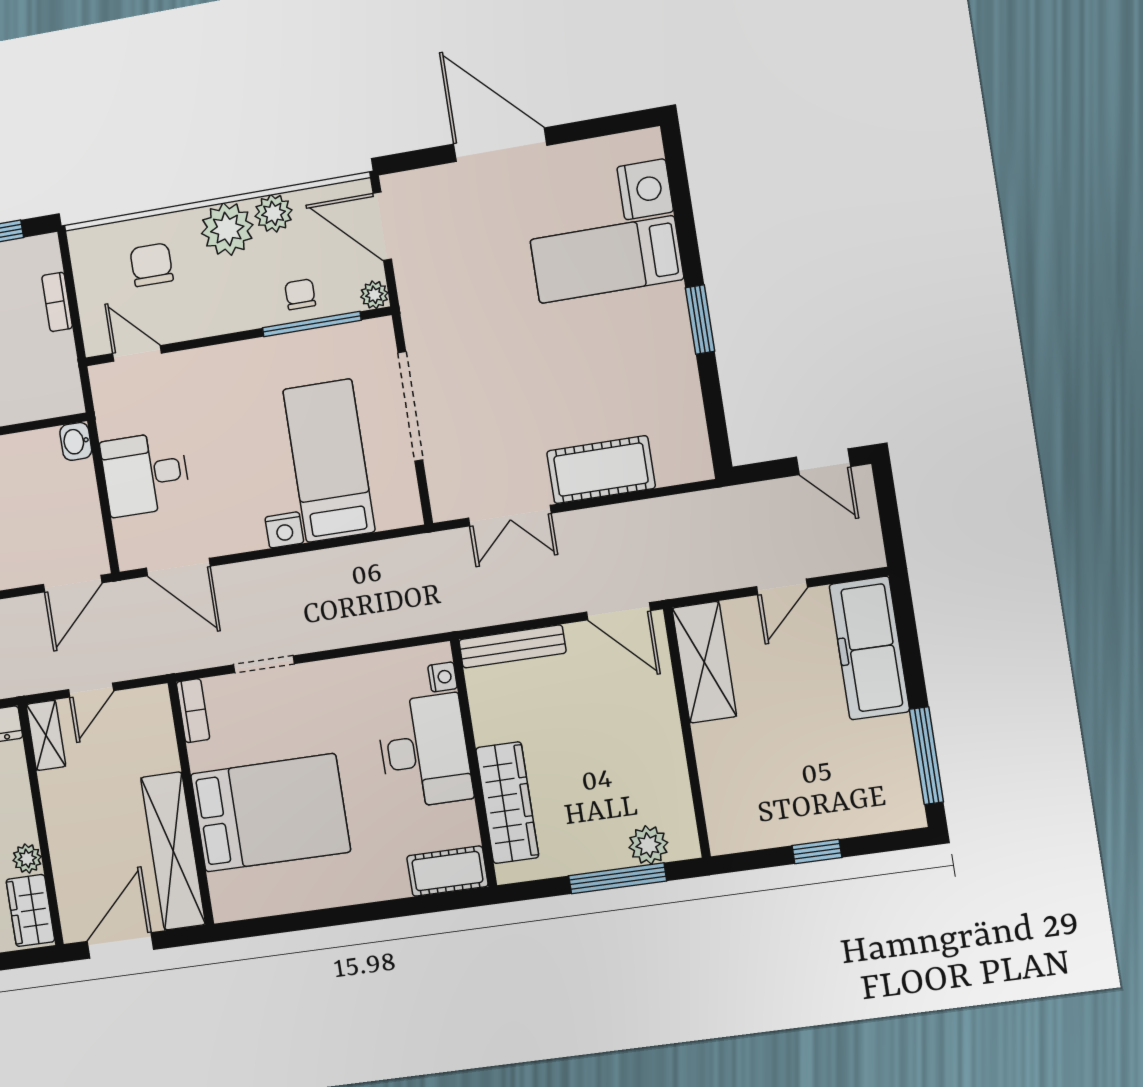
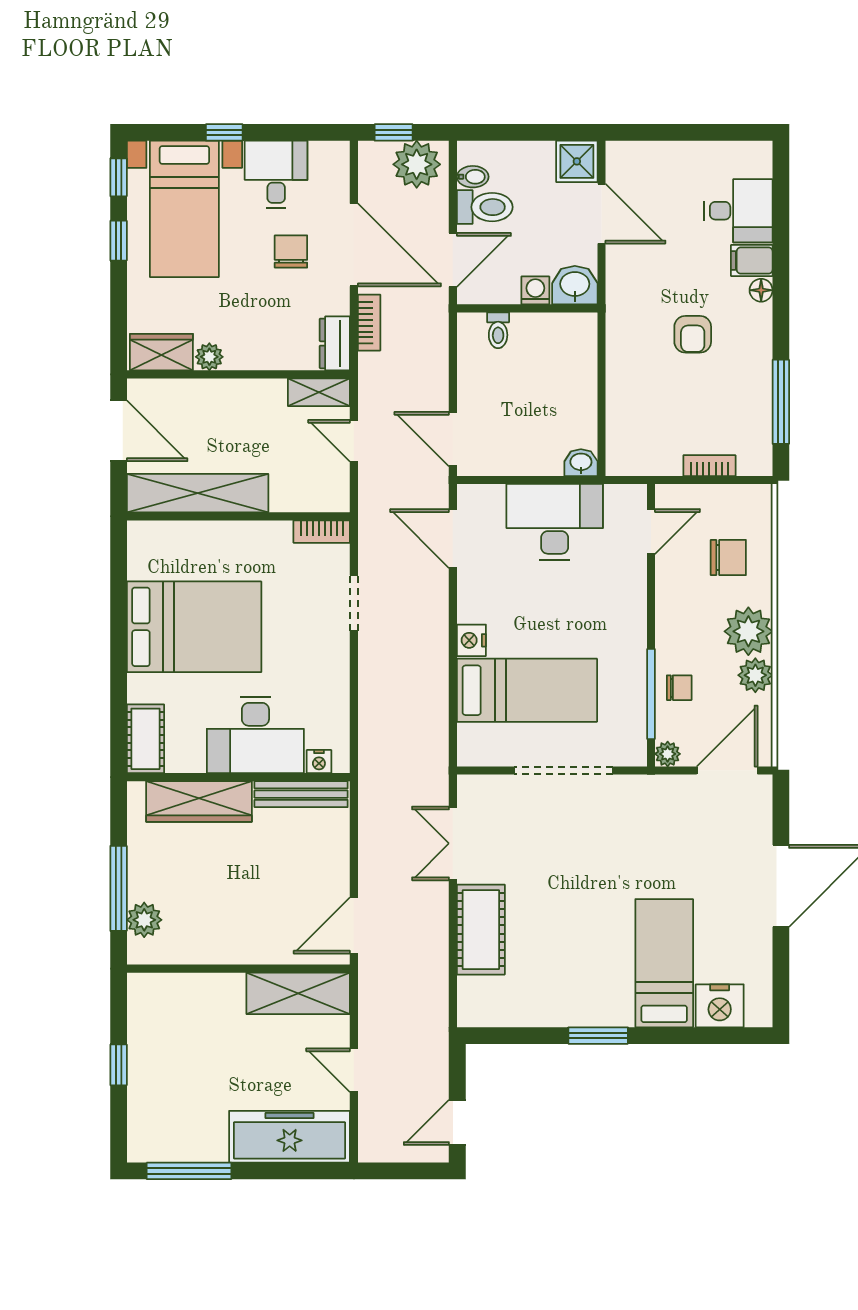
desk: (145, 474) -> (555, 522), width x1.37
door: (178, 567) -> (453, 539), hinge flipped
bench: (512, 646) -> (301, 794), moved, turned 90
bed: (270, 813) -> (194, 627), moved, turned -90

